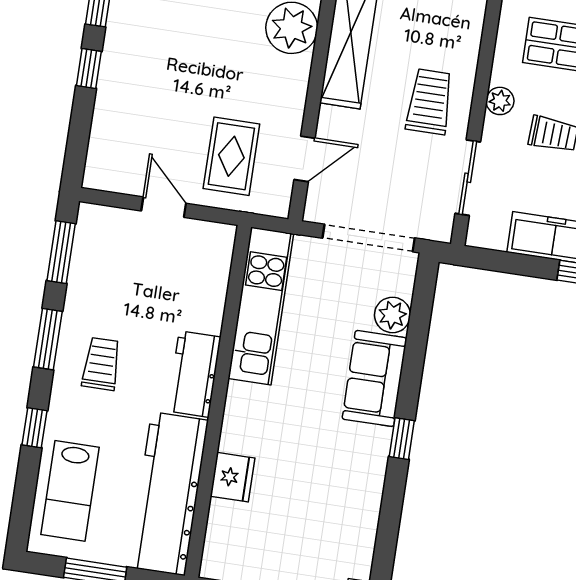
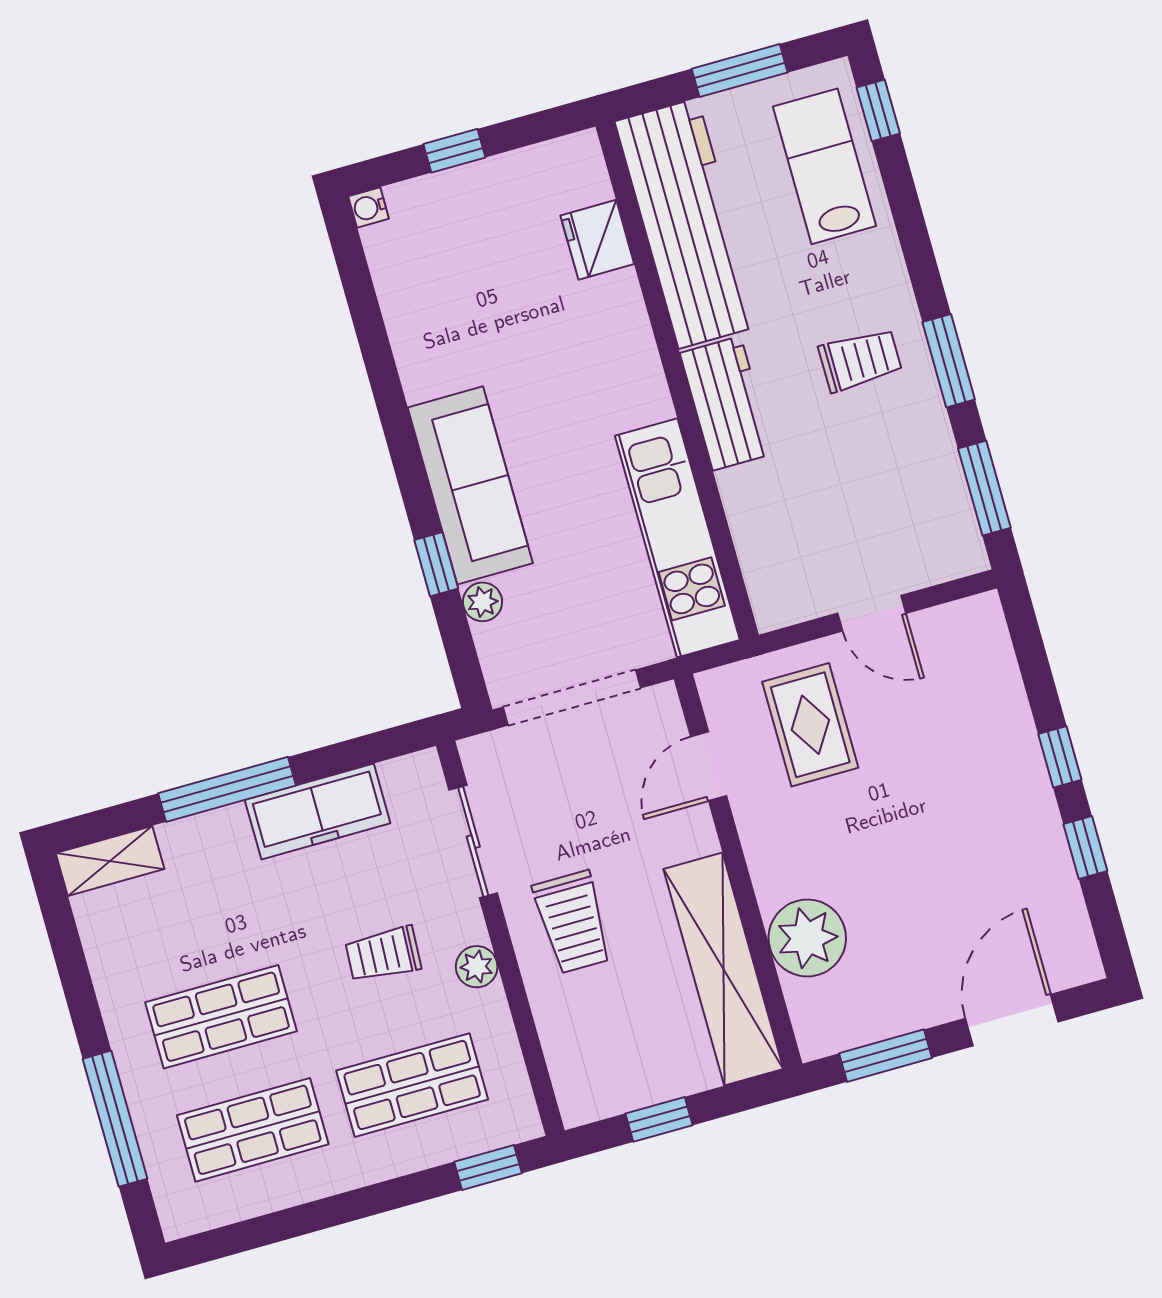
plant: (392, 315) -> (483, 602), width x0.73, depth x0.73
trolley: (101, 364) -> (860, 360), turned -90
sofa: (375, 378) -> (470, 485), width x1.36
window: (35, 428) -> (878, 110), moved
window: (402, 439) -> (436, 564), moved
fridge: (233, 477) -> (597, 240), moved

